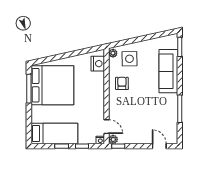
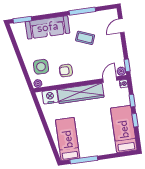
bed: (52, 85) -> (68, 139), width x0.49
wardrobe: (97, 95) -> (81, 93), added
coffee table: (152, 108) -> (85, 38), added

